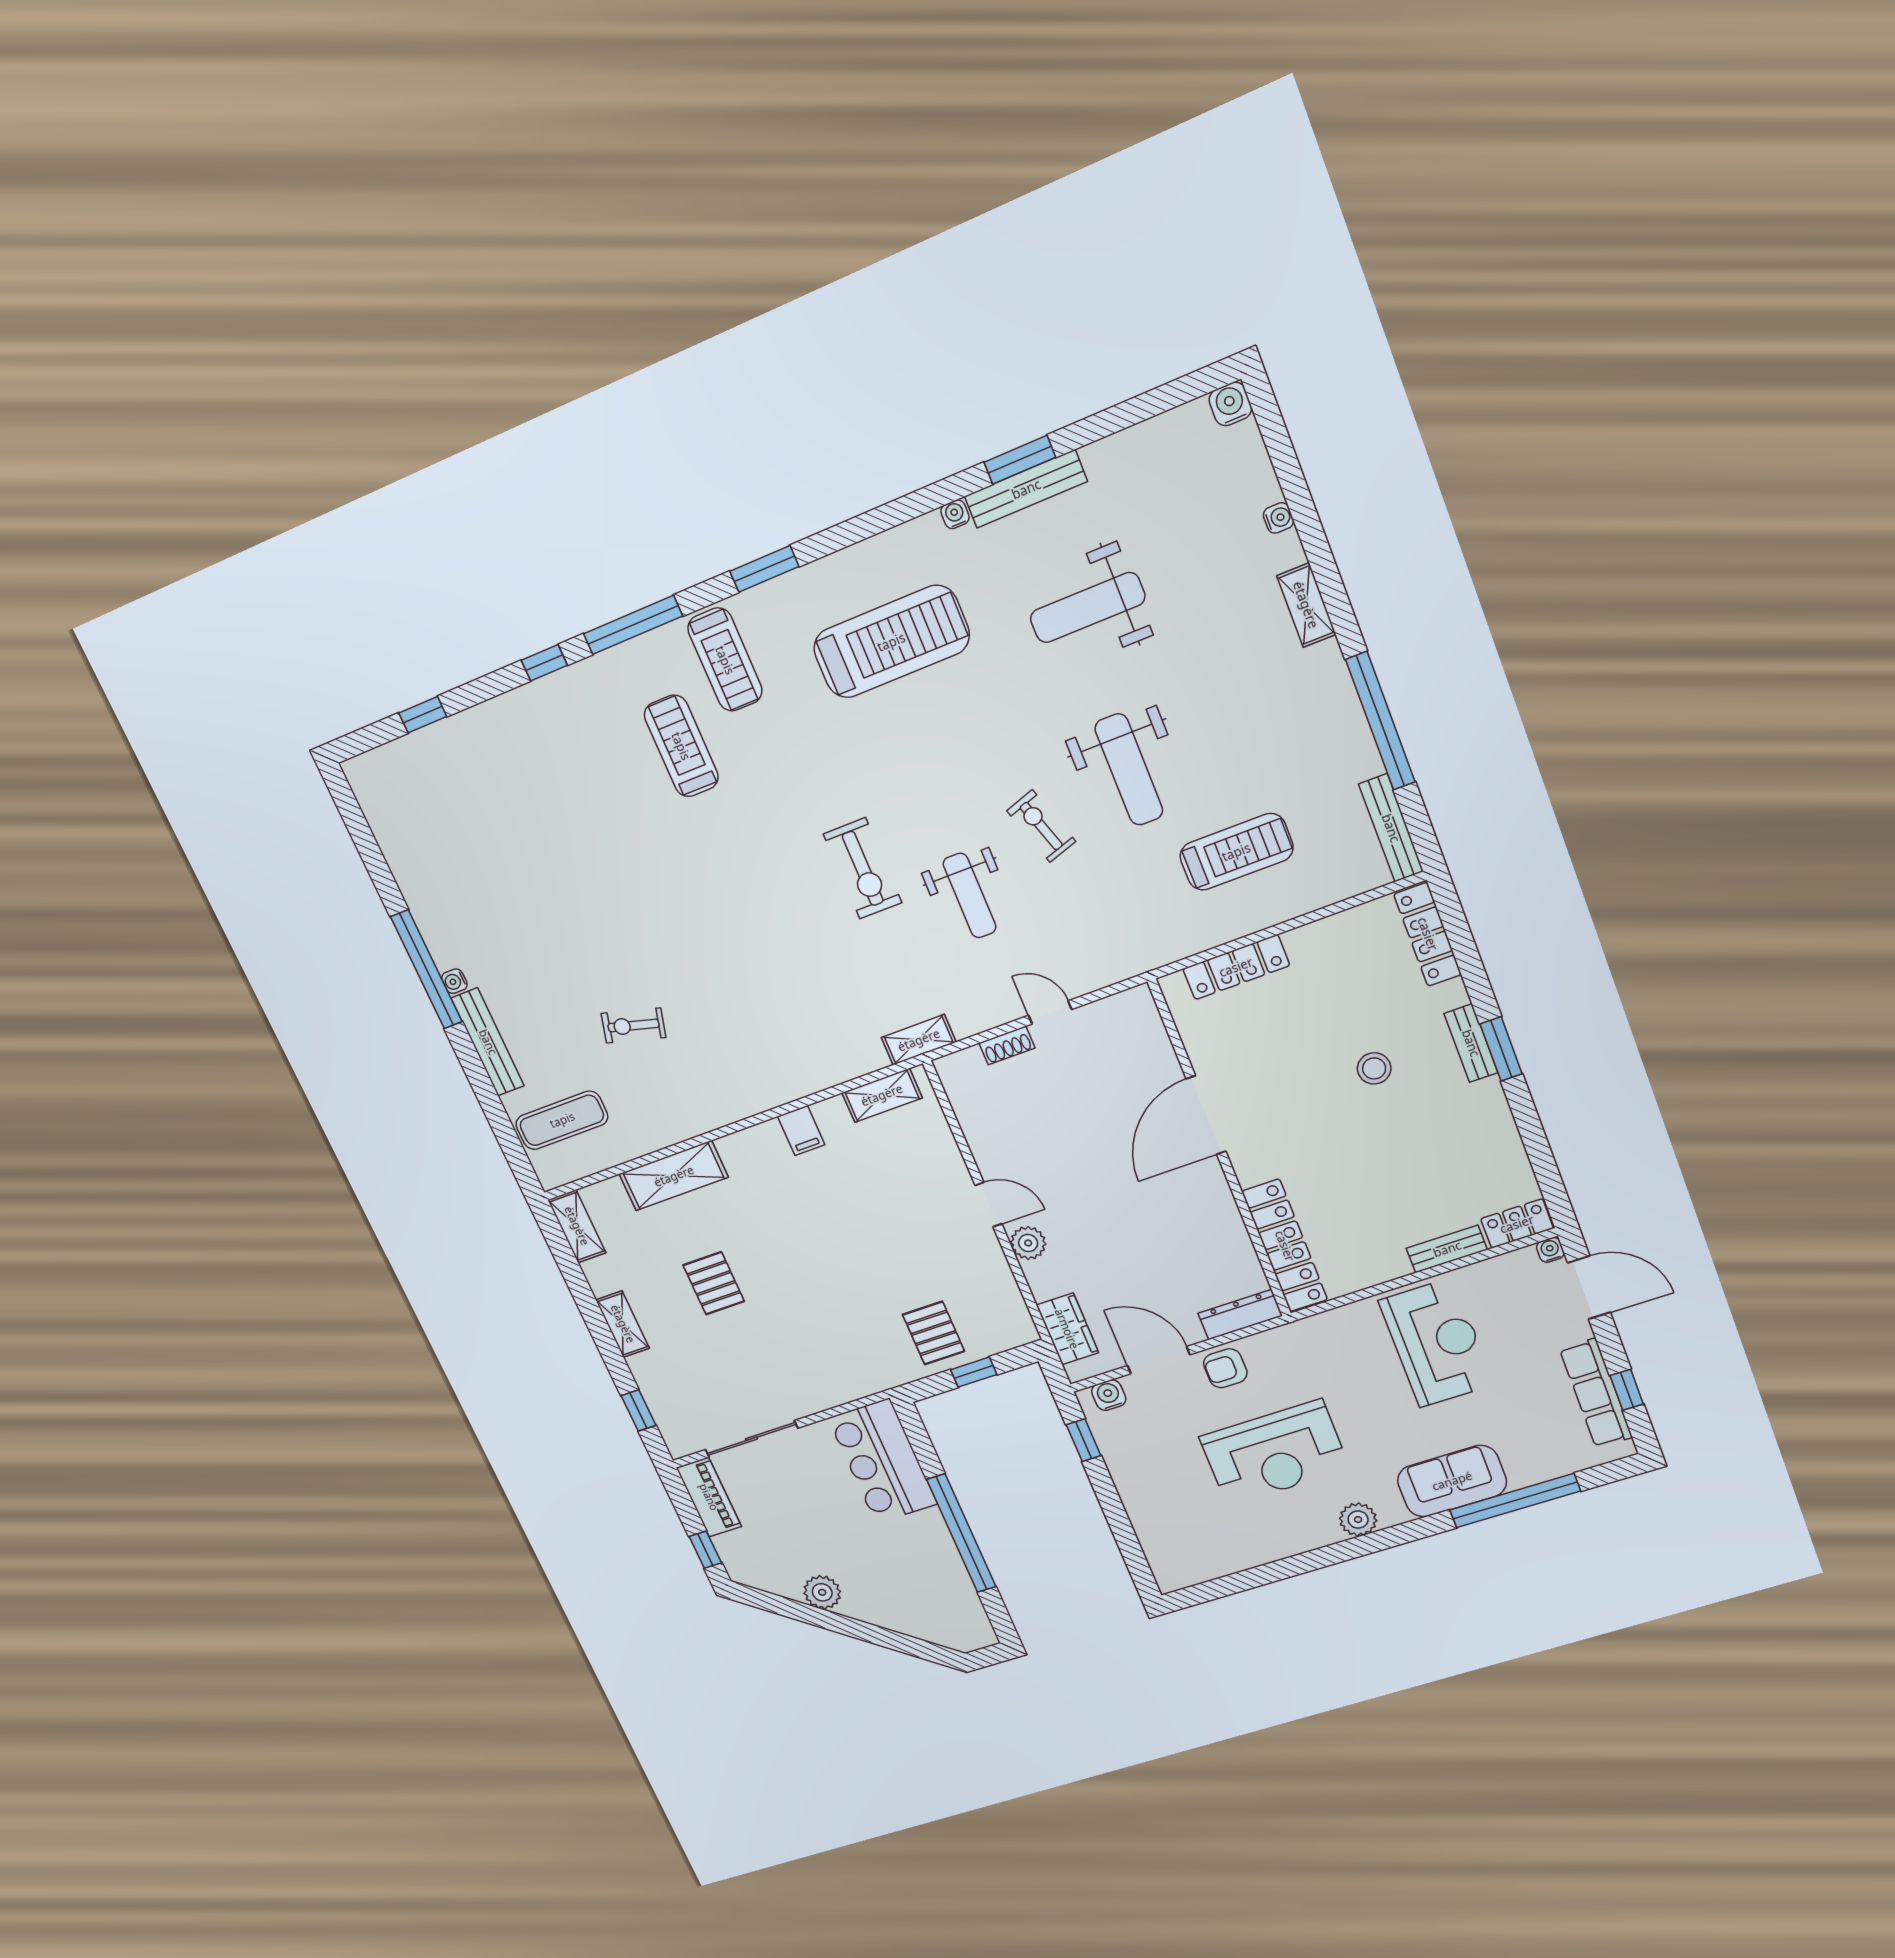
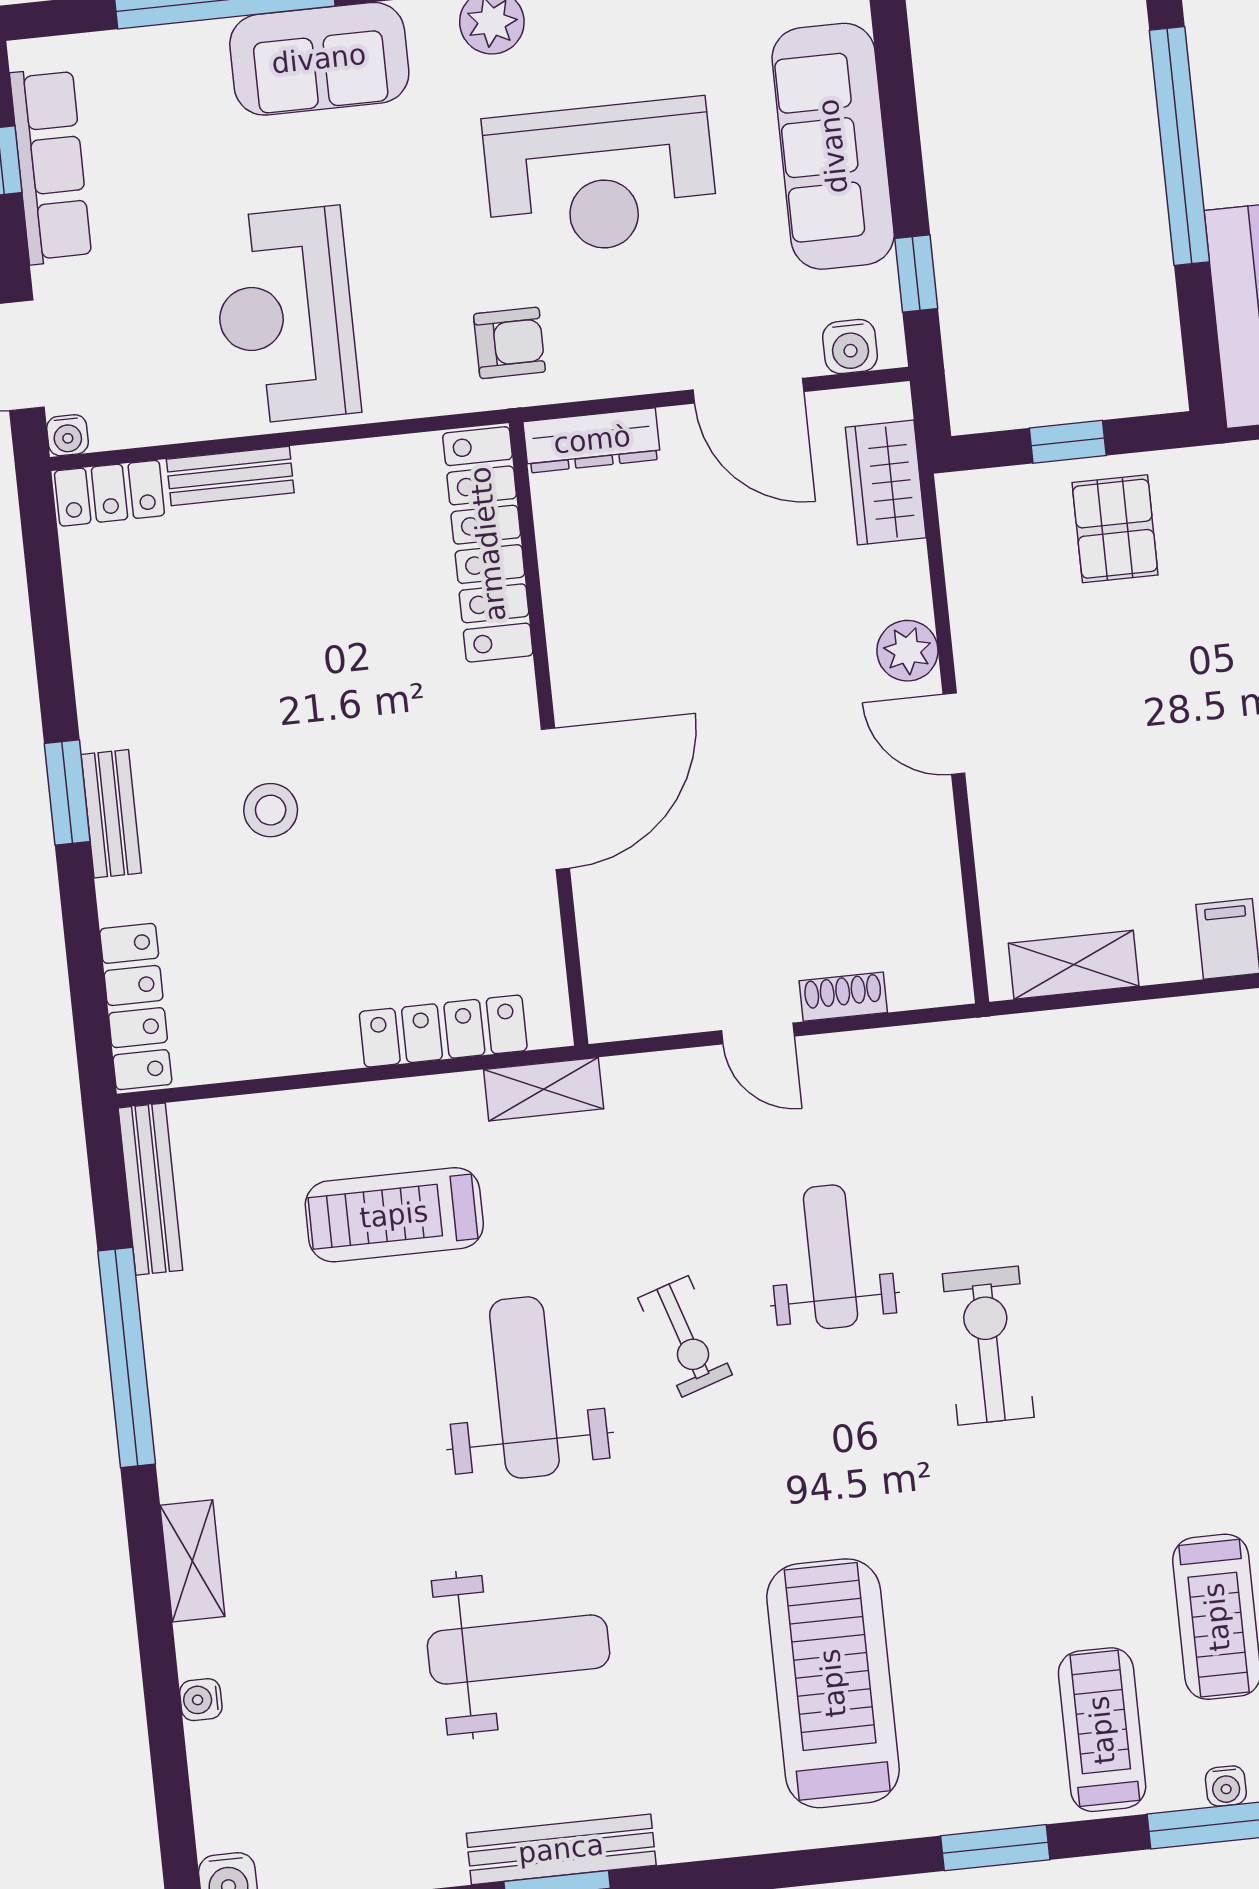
water cooler: (955, 514) -> (1226, 1786), moved
treadmill: (891, 642) -> (833, 1683), turned 90
shelving: (919, 1040) -> (544, 1089), moved
armchair: (1225, 1368) -> (509, 343), moved
reception desk: (1274, 1453) -> (600, 177), turned 180
sofa: (1149, 1495) -> (833, 146), added

